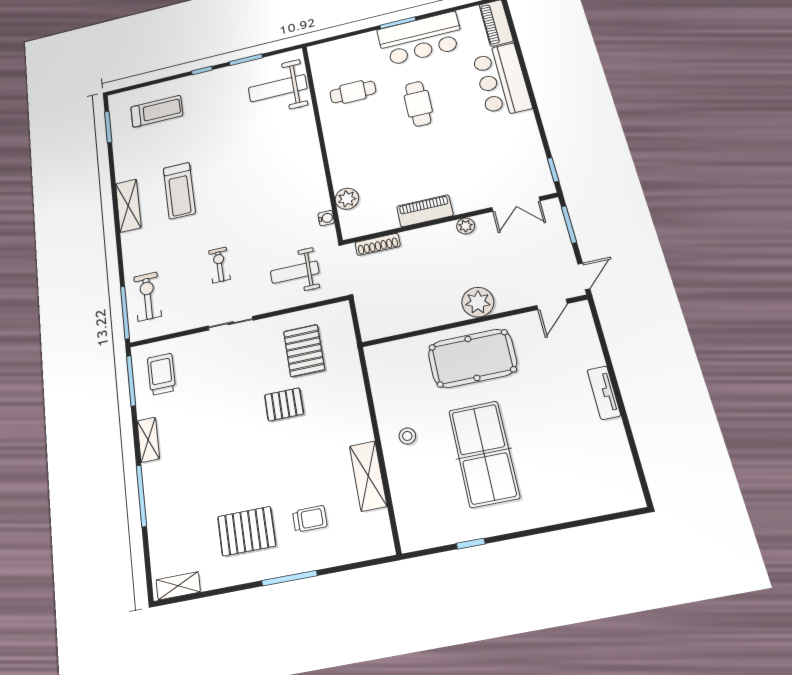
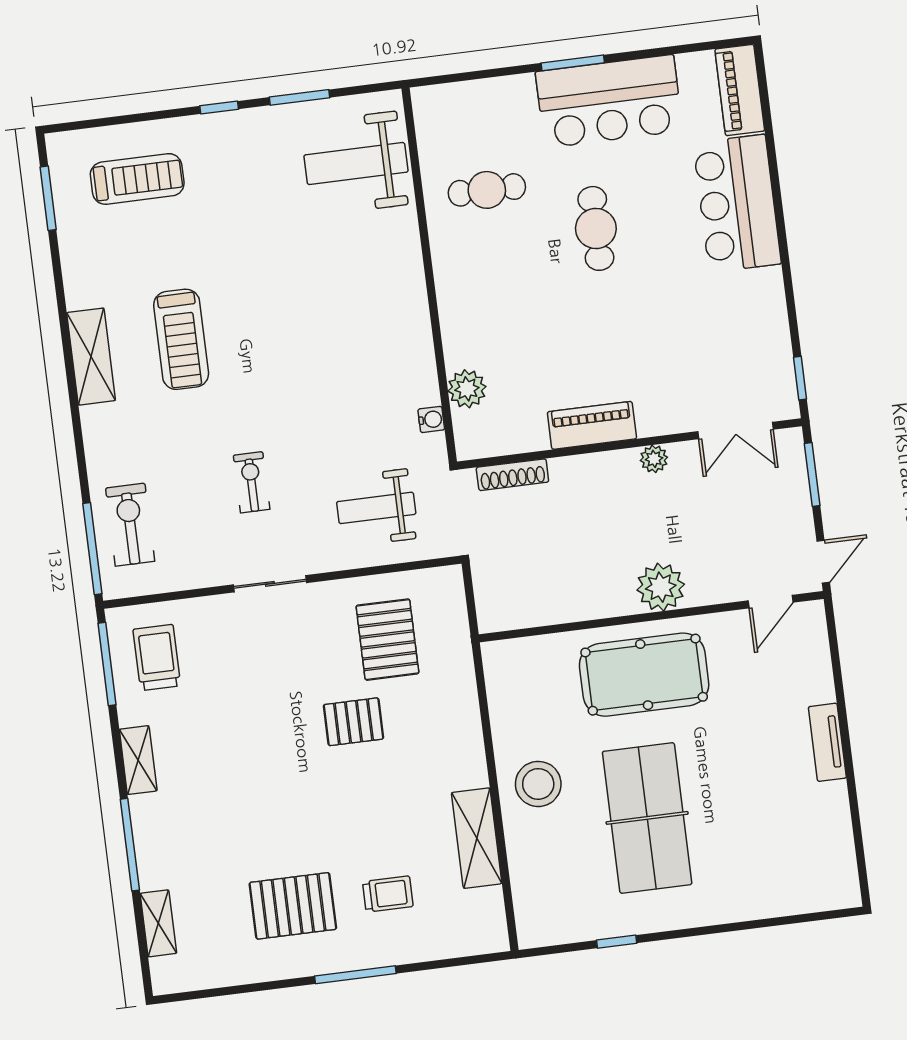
stool: (407, 436) -> (538, 784), width x1.89, depth x1.89
shelving: (178, 586) -> (158, 923), moved, turned 90

